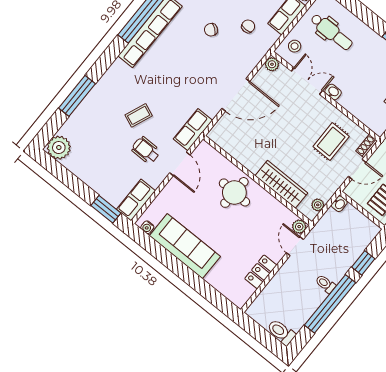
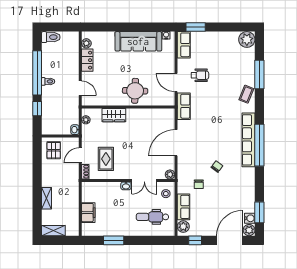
coffee table: (139, 115) -> (246, 94), moved
wardrobe: (281, 184) -> (114, 115), width x0.67
plant: (299, 227) -> (86, 43), moved

